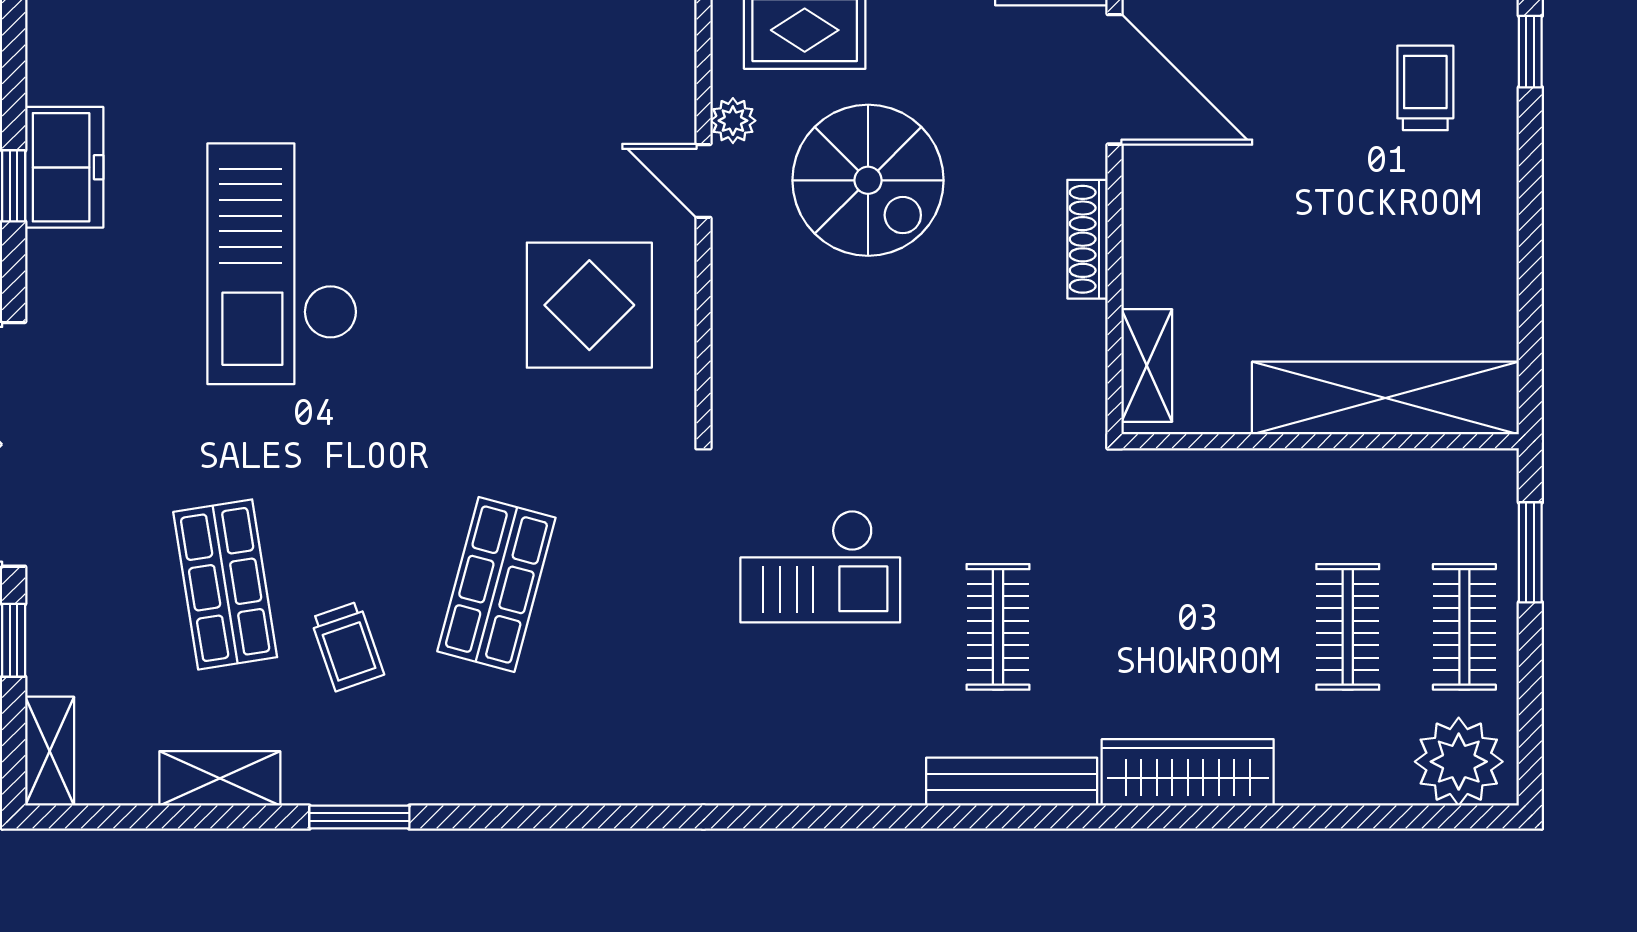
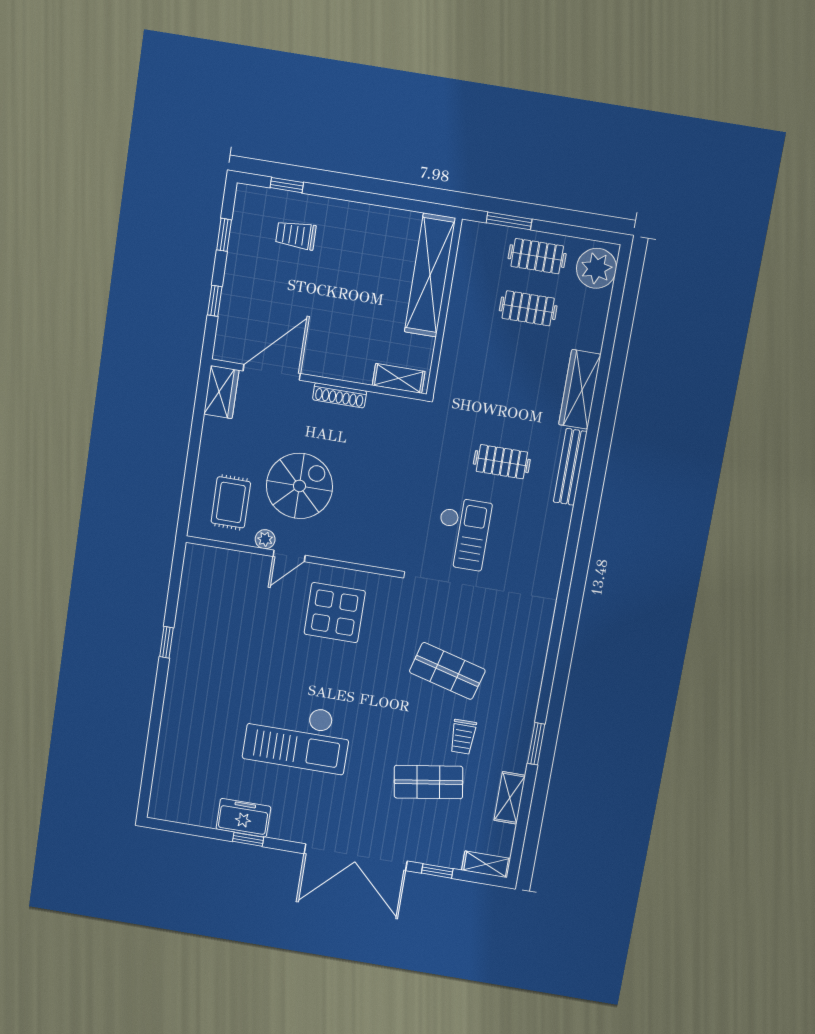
trolley: (347, 646) -> (463, 737), turned 109

